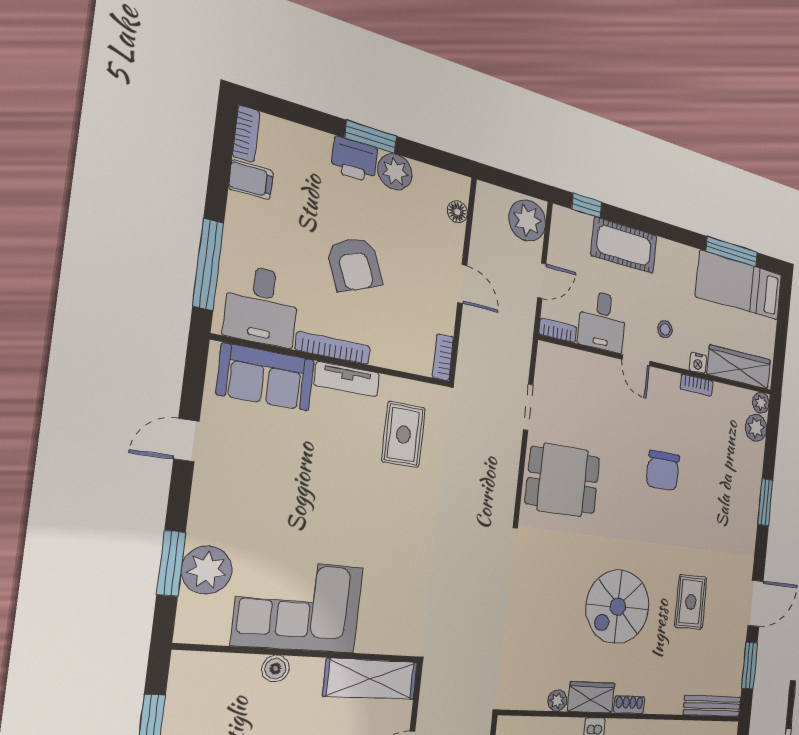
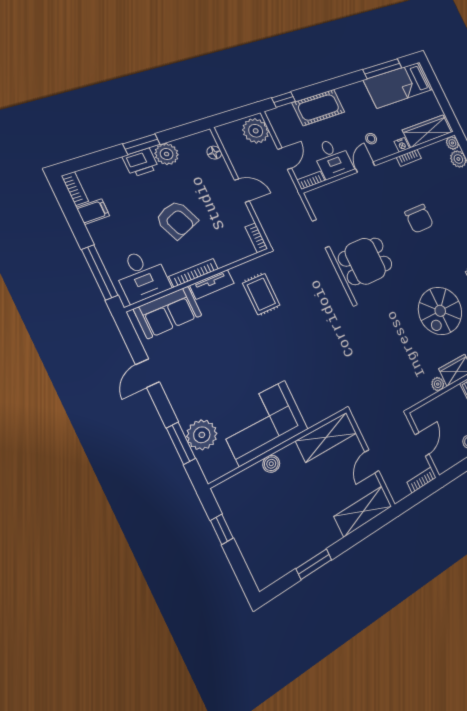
door: (636, 360) -> (365, 167), swing flipped

